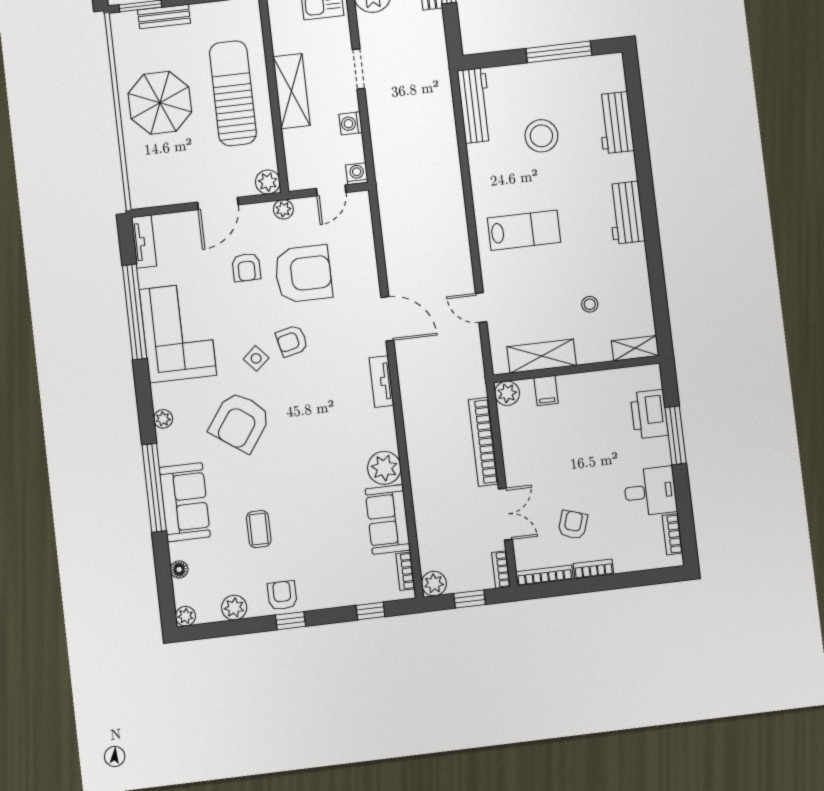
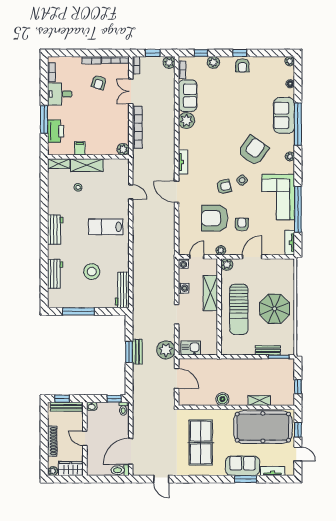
shelving: (291, 91) -> (210, 293), moved
shelving: (542, 356) -> (87, 165), moved
filing cabinet: (546, 391) -> (80, 148), moved
coffee table: (259, 529) -> (250, 98), removed
plant: (234, 608) -> (213, 62), moved

